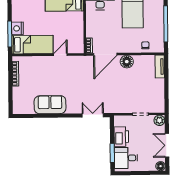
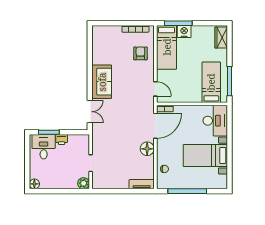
door: (105, 54) -> (155, 126), swing flipped
door: (60, 55) -> (155, 89), moved
armchair: (38, 69) -> (140, 53), added
sofa: (50, 105) -> (102, 82), moved
printer: (121, 137) -> (62, 140), width x0.53, depth x0.68
double door: (167, 145) -> (57, 191), removed

